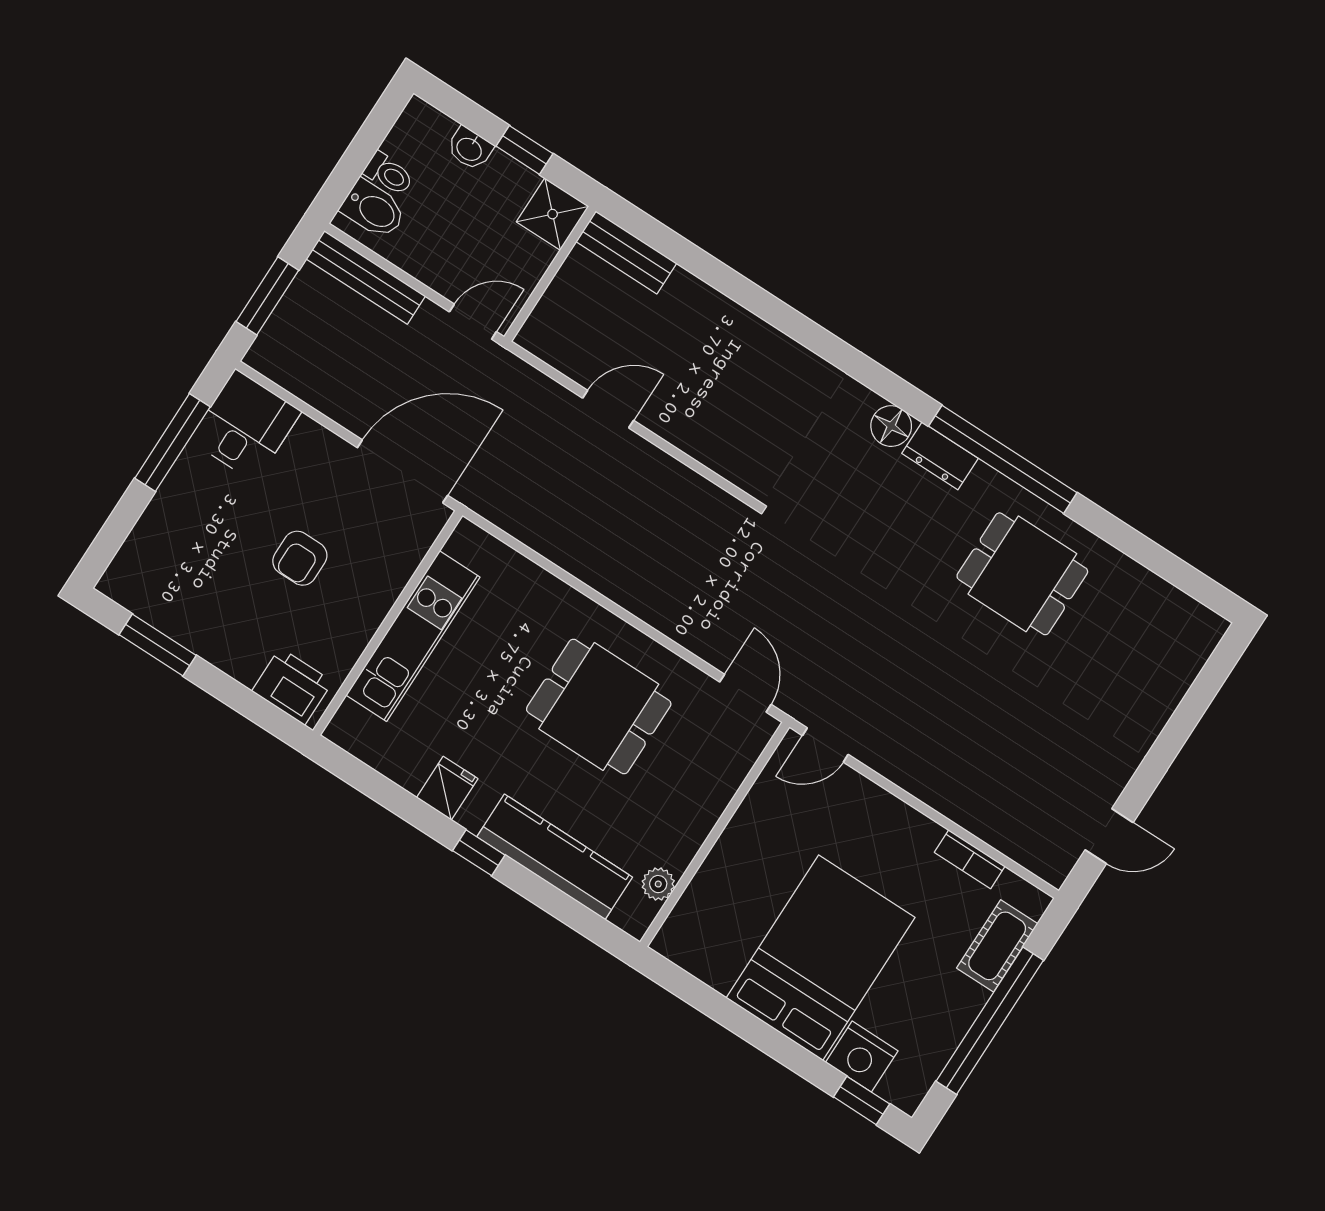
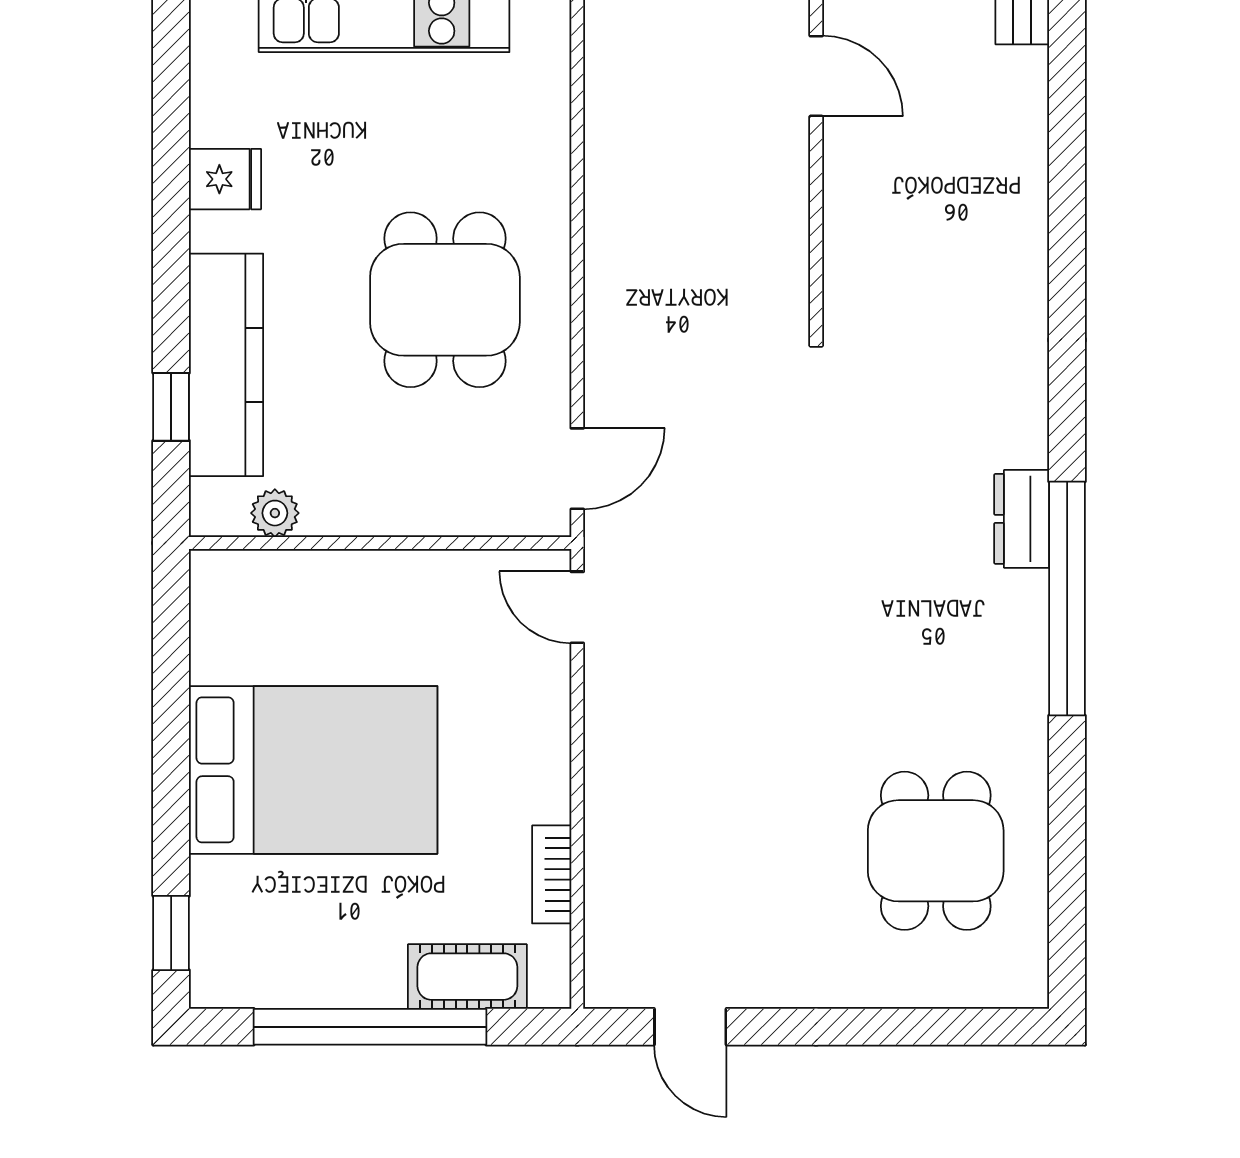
floor lamp: (891, 426) -> (1019, 436), removed
dining table: (1022, 574) -> (936, 851), moved
window: (479, 853) -> (171, 407), moved
nightstand: (862, 1057) -> (225, 899), removed

